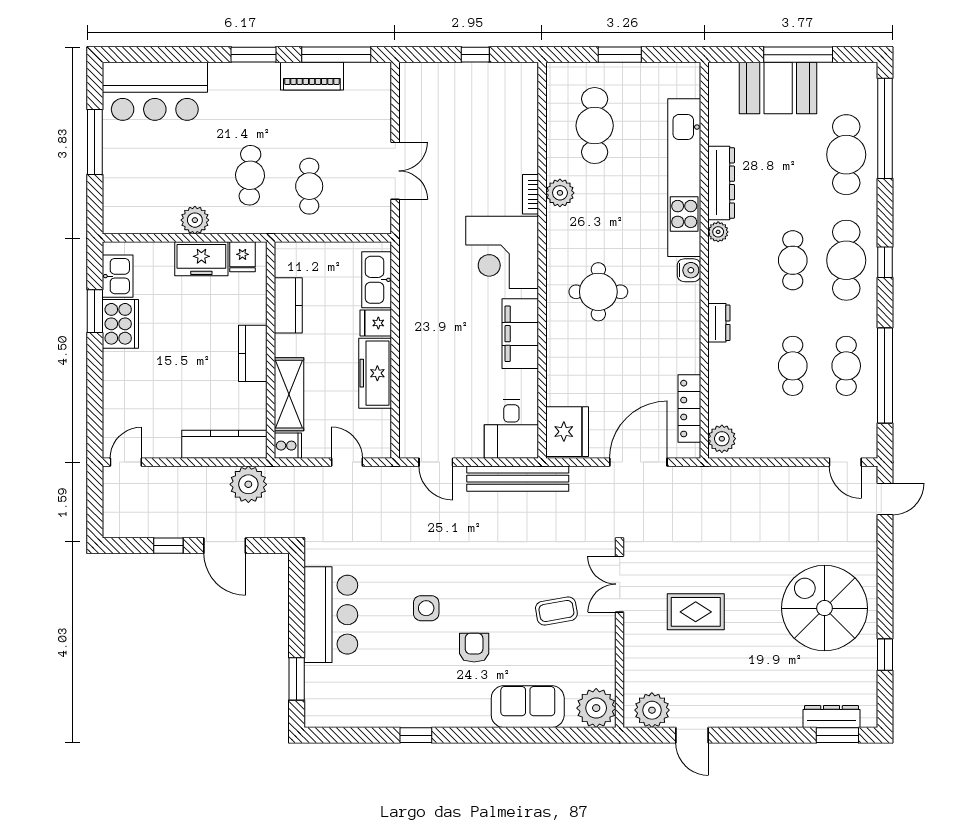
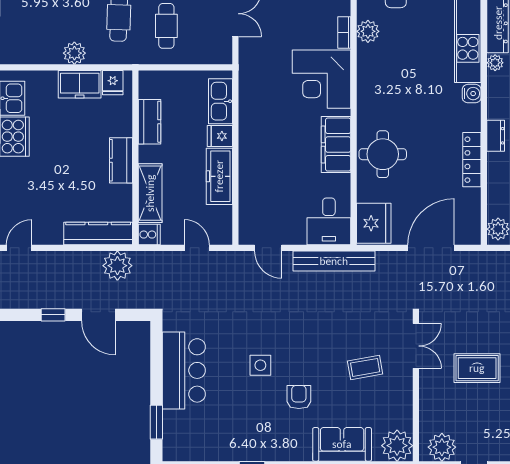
round table: (598, 292) -> (383, 154), moved
locker: (689, 409) -> (472, 160), moved
double door: (620, 584) -> (416, 346), swing flipped

